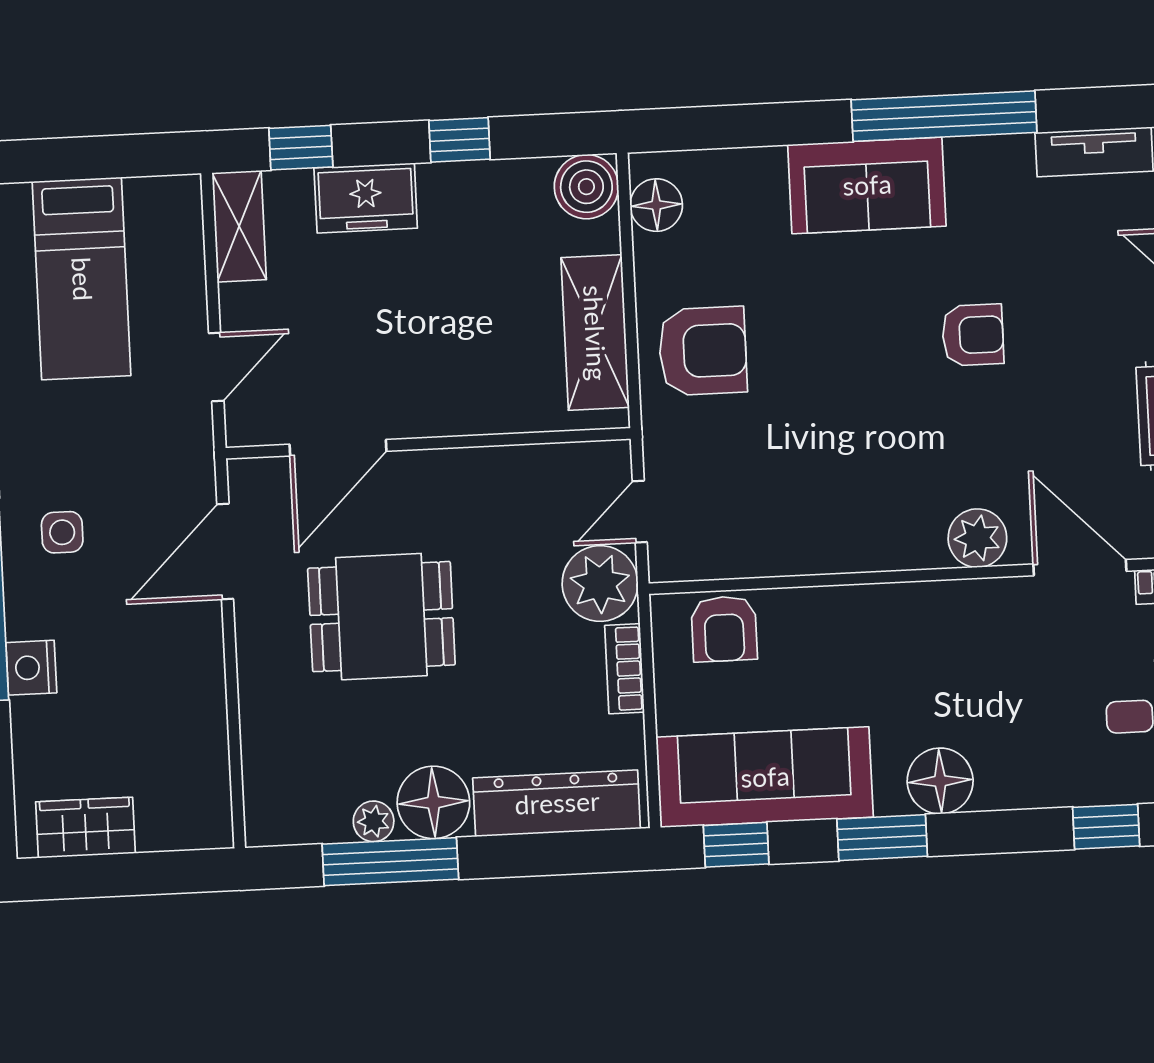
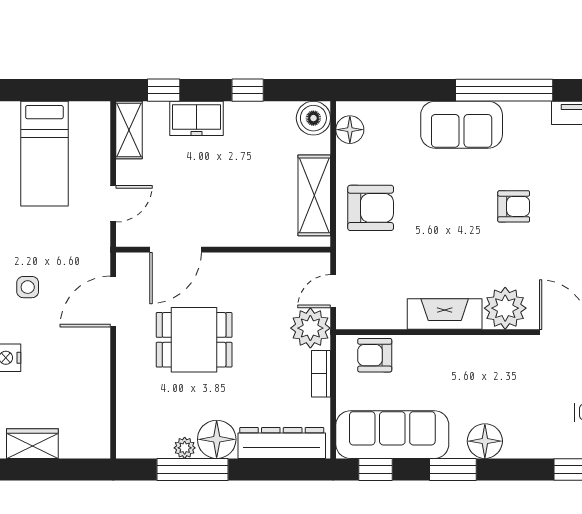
plant: (977, 538) -> (505, 308), width x1.36, depth x1.36
fireplace: (852, 545) -> (445, 314), added
armchair: (724, 629) -> (375, 355), turned 90

